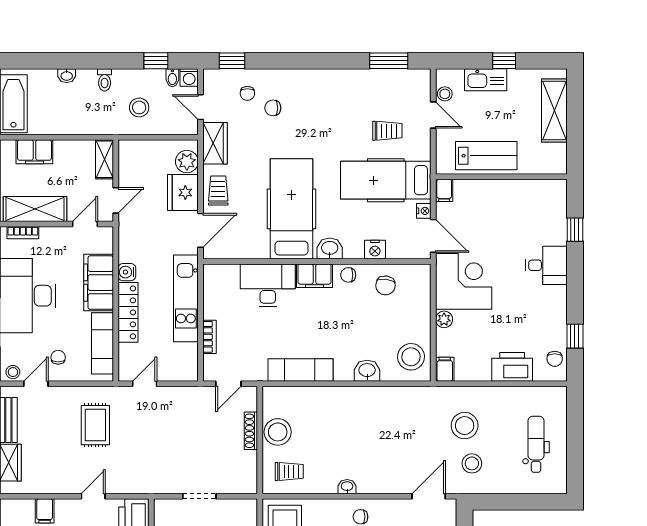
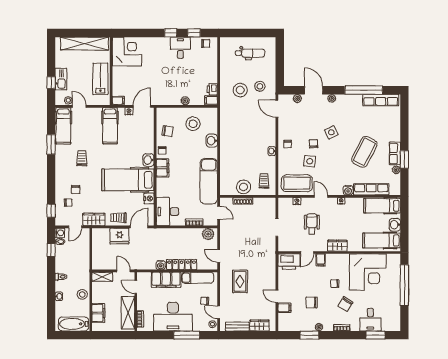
window: (389, 61) -> (51, 144), moved
window: (504, 61) -> (51, 83), moved
hospital bed: (396, 84) -> (63, 126), added
stool: (139, 107) -> (82, 294), moved
shelving: (554, 110) -> (85, 44), width x1.47
door: (433, 115) -> (79, 106), hinge flipped
trolley: (387, 131) -> (82, 158), moved
plant: (187, 162) -> (208, 234), moved
hospital bed: (386, 180) -> (110, 126), width x0.73, depth x0.78
door: (201, 230) -> (139, 227), hinge flipped
window: (575, 230) -> (171, 33), moved
nightstand: (375, 250) -> (149, 198), moved
desk: (546, 265) -> (180, 48), moved
corner desk: (464, 281) -> (127, 52), moved, turned 90
desk: (268, 285) -> (168, 212), moved
kitchen unit: (186, 298) -> (174, 235), removed
stool: (411, 357) -> (193, 124), moved
printer: (512, 367) -> (212, 89), moved, width x0.53, depth x0.68
exam couch: (301, 370) -> (209, 181), width x1.36, depth x1.45
rug: (95, 425) -> (240, 281), turned 90
dental chair: (536, 444) -> (250, 53), turned 180
door: (93, 496) -> (277, 296), moved

